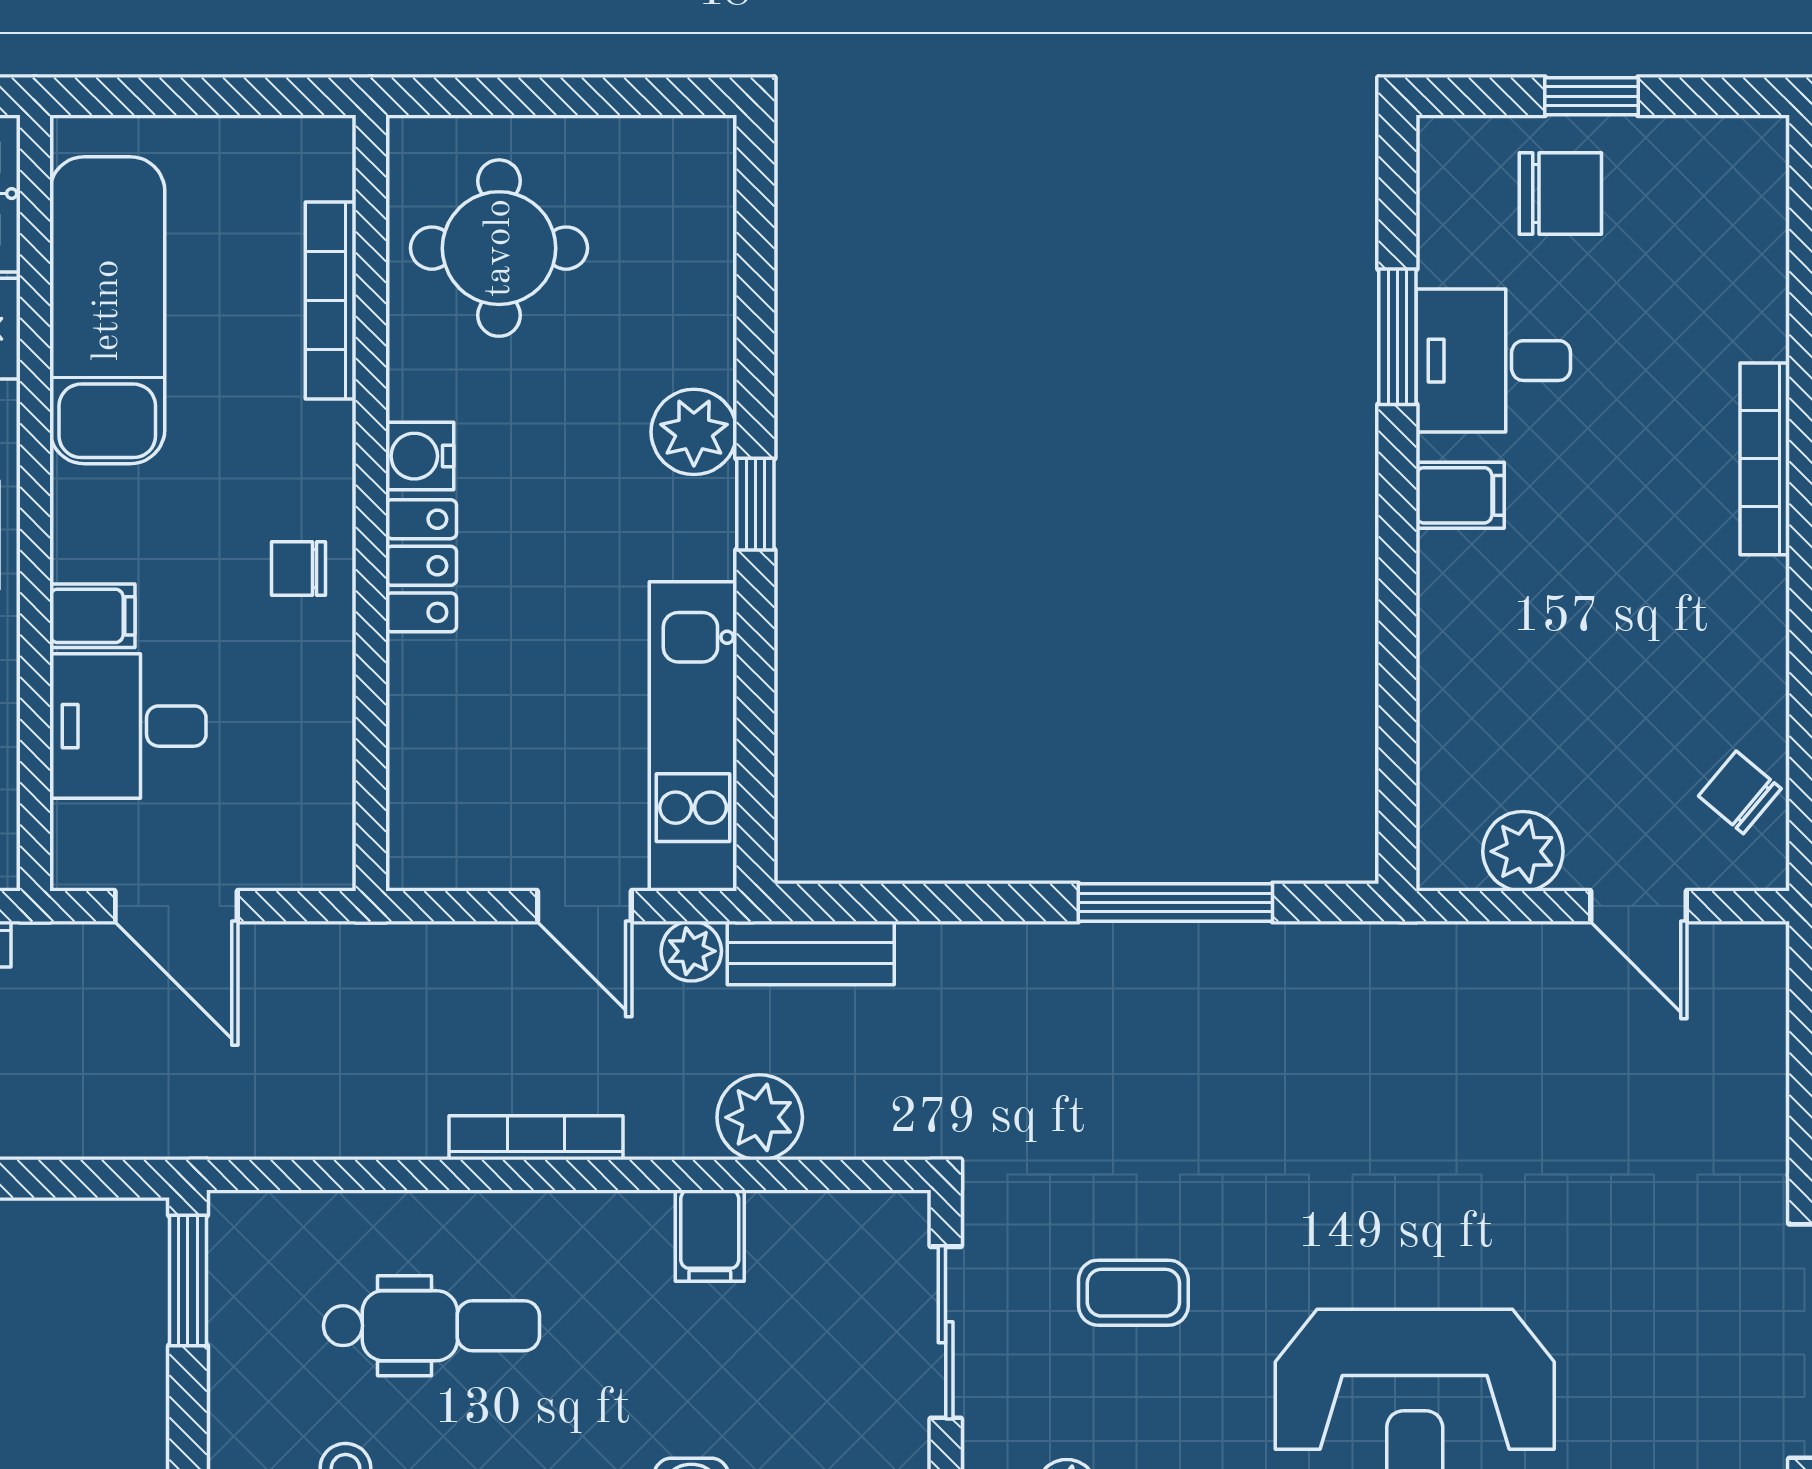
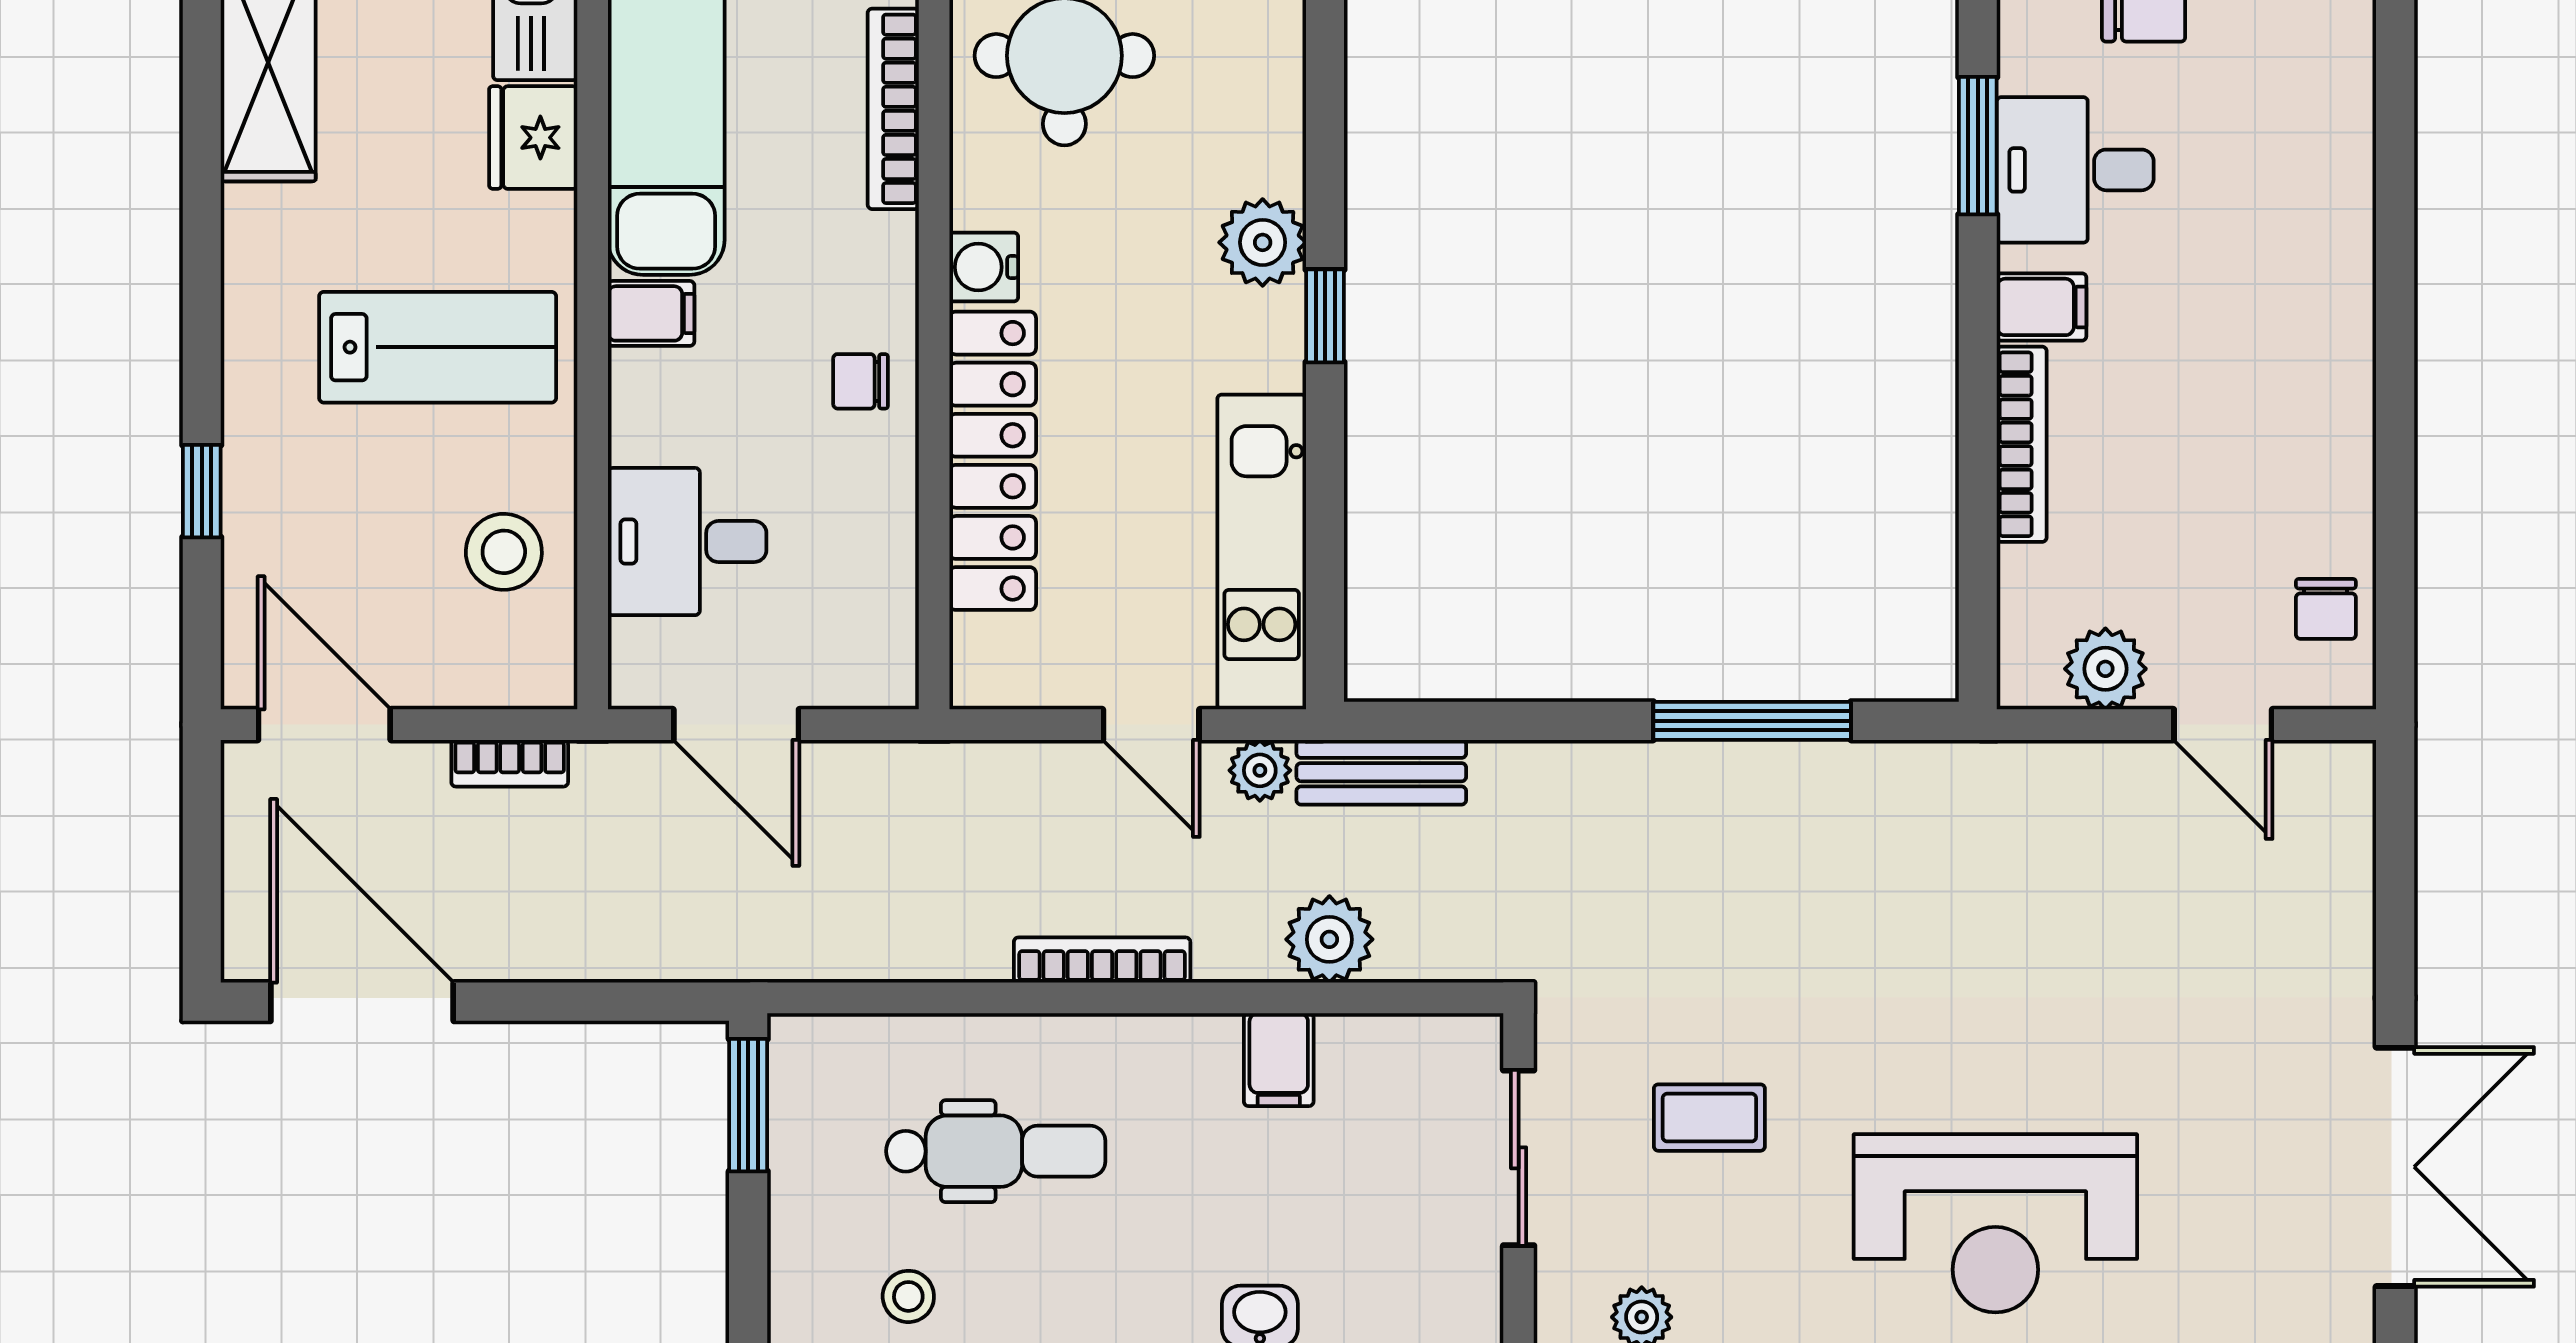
bookcase: (1765, 459) -> (2022, 444), moved, turned 180
locker: (421, 566) -> (993, 461), width x2.16, depth x1.21
filing cabinet: (92, 616) -> (651, 313), moved
chair: (1740, 792) -> (2326, 609), turned -130

